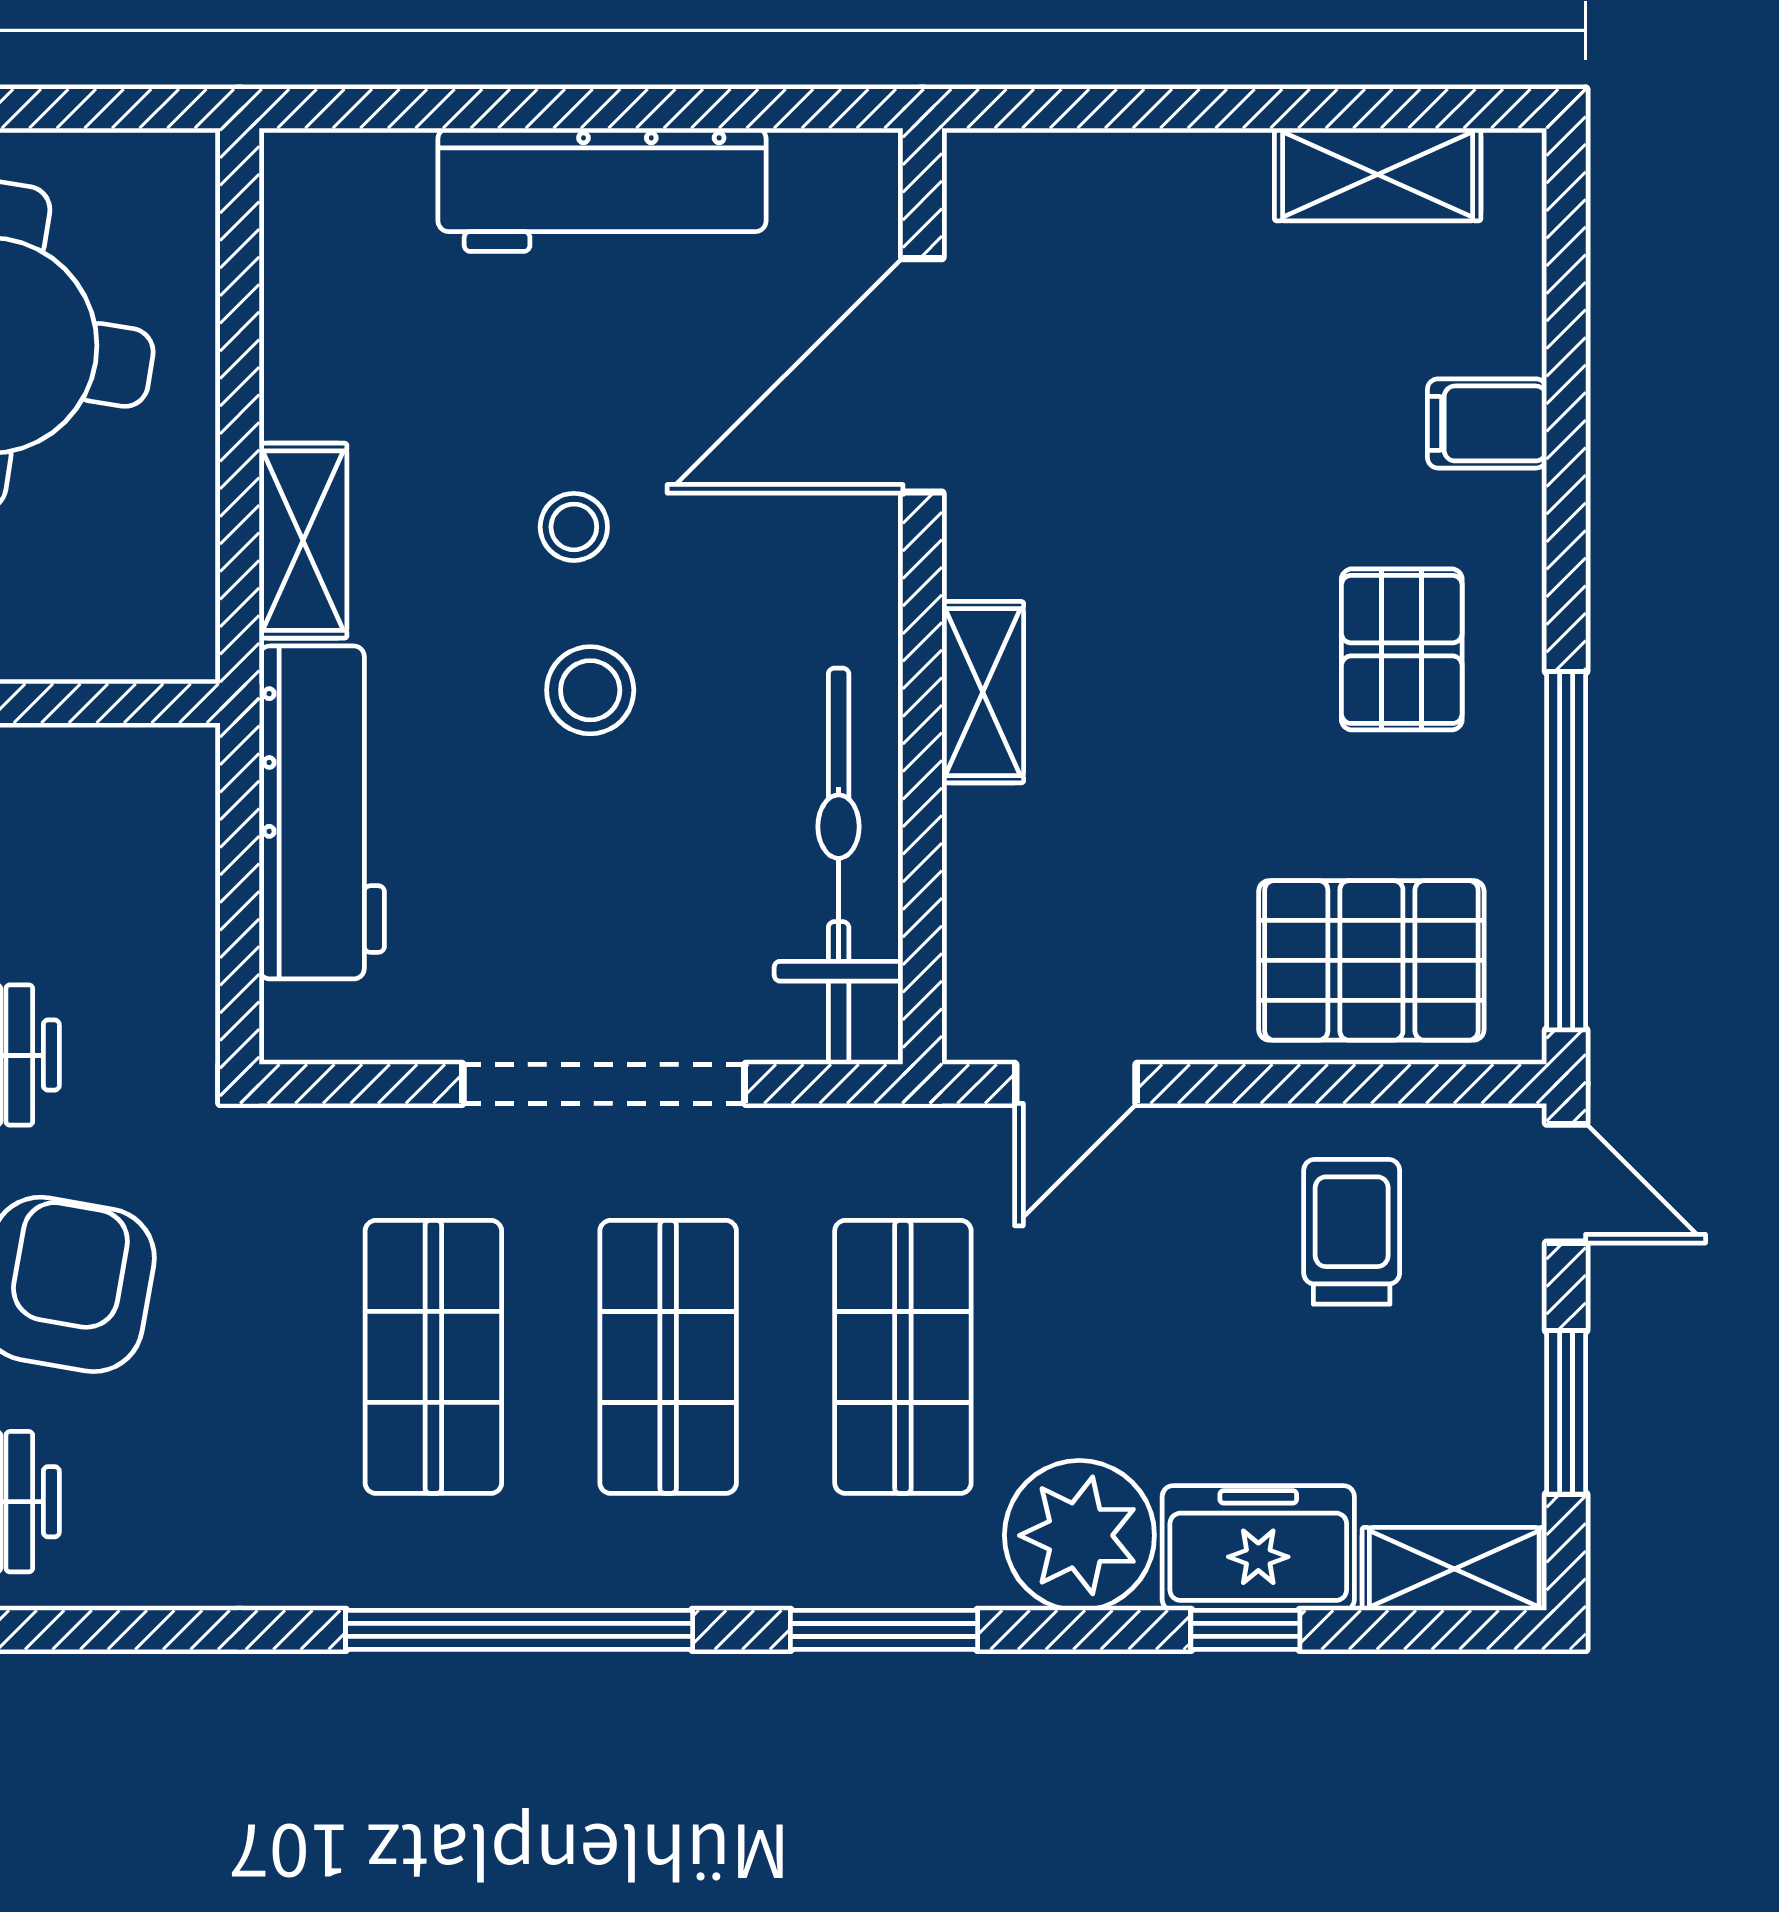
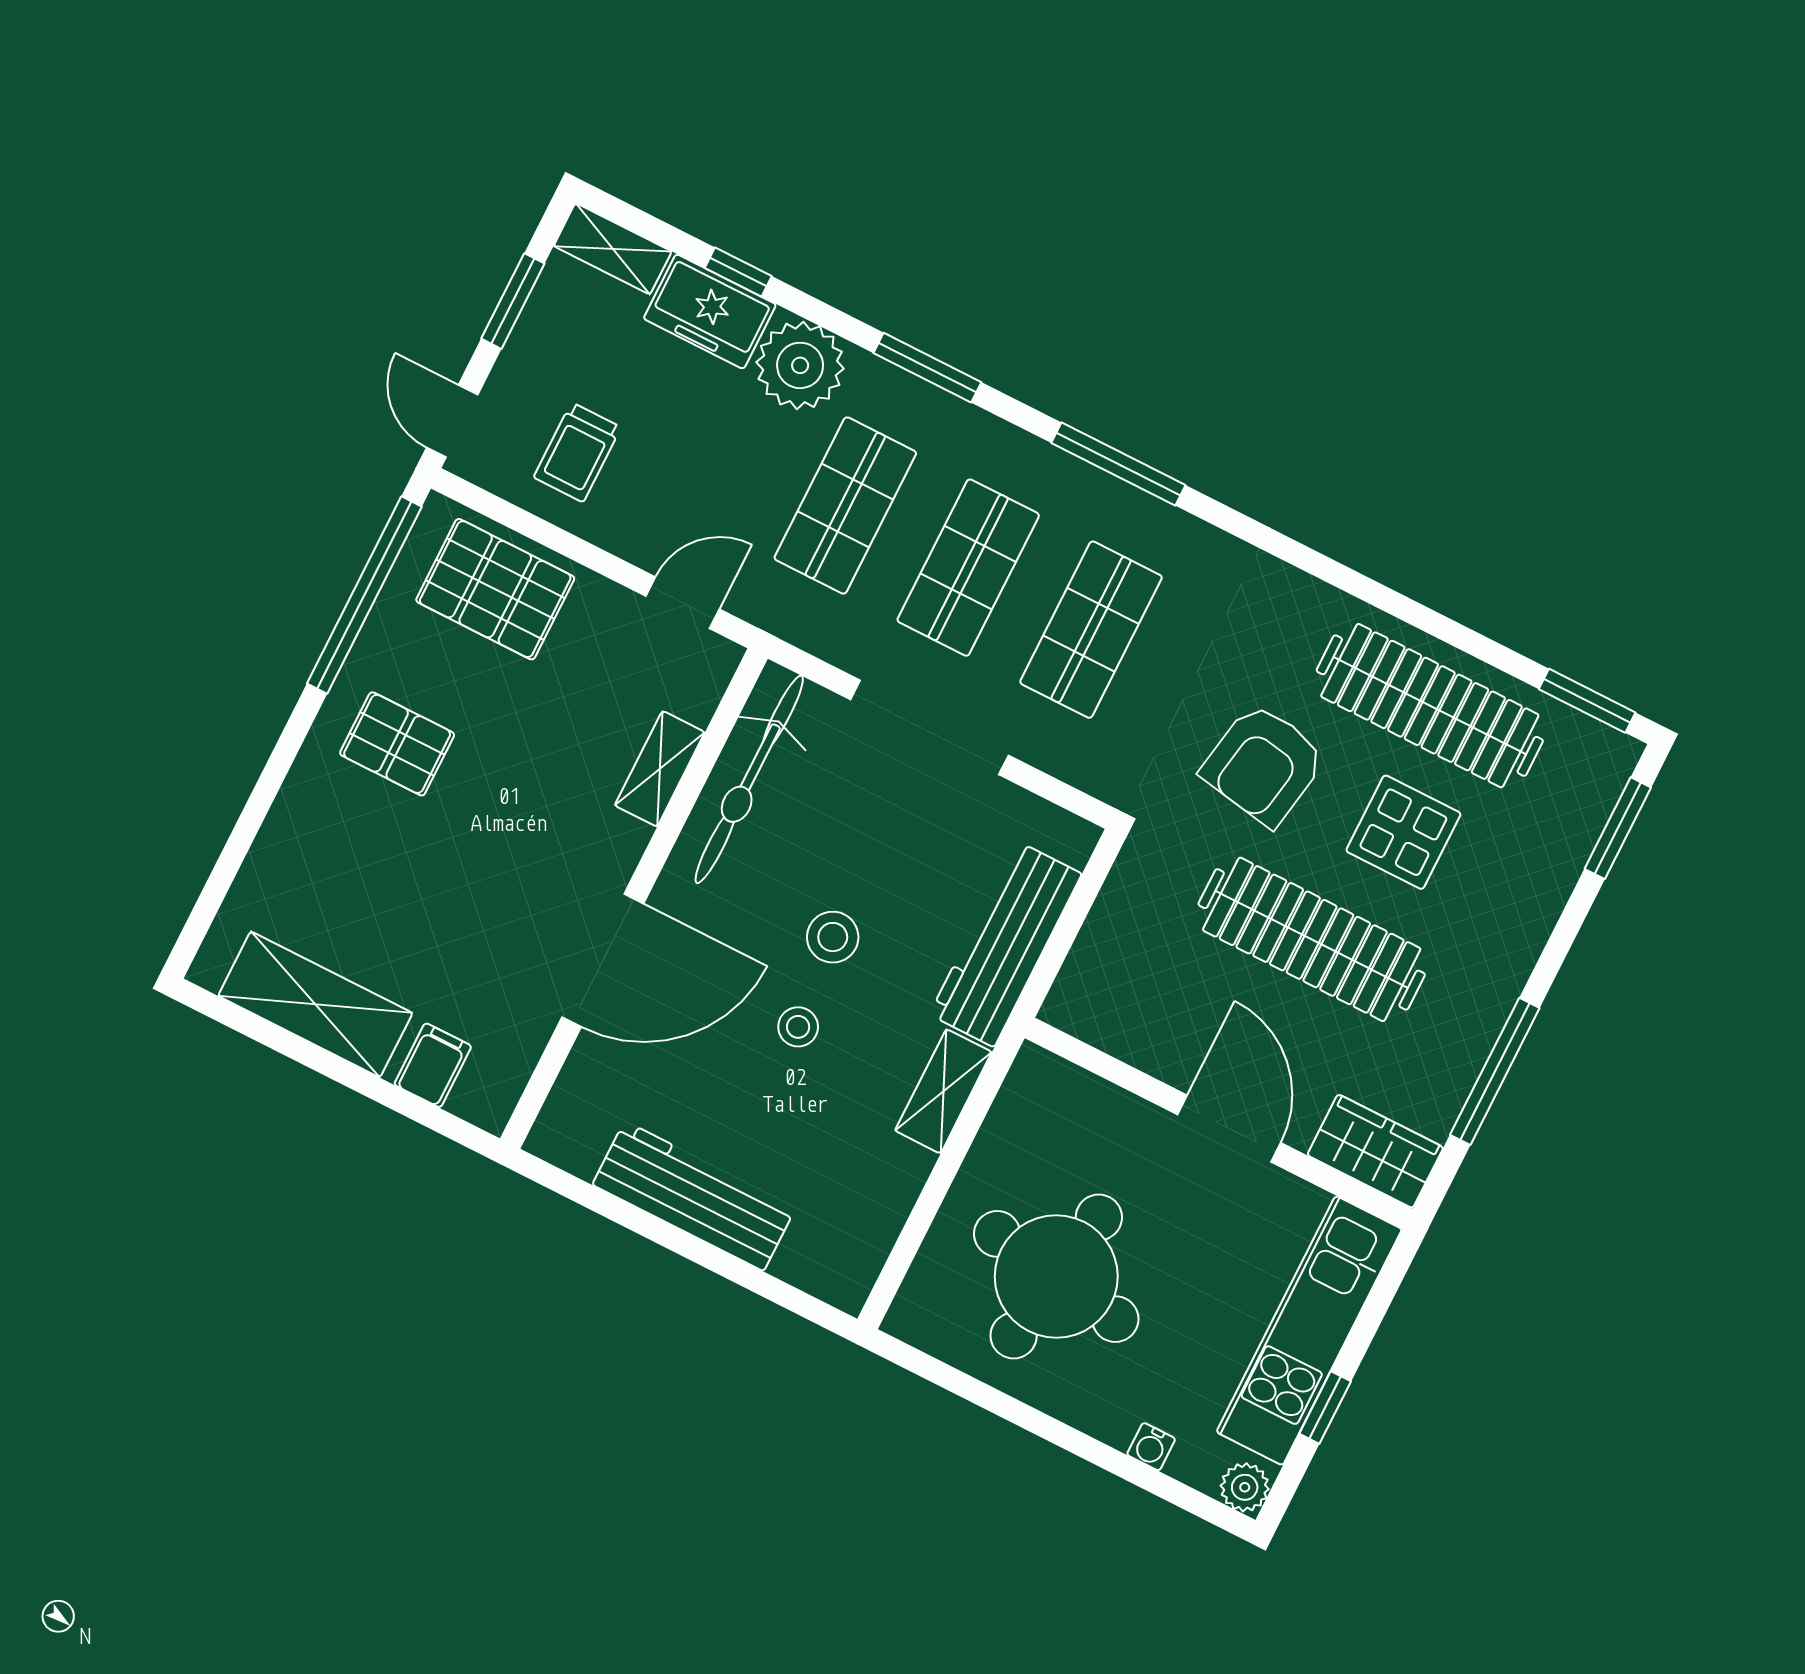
shelving: (1378, 175) -> (315, 1004), width x1.50, depth x1.33
door: (922, 375) -> (603, 960), moved
filing cabinet: (1487, 423) -> (433, 1065), moved, turned -90
pallet: (1402, 649) -> (397, 744), turned 90
shelving: (983, 692) -> (660, 769), moved
window: (519, 1630) -> (1118, 464), width x0.68

